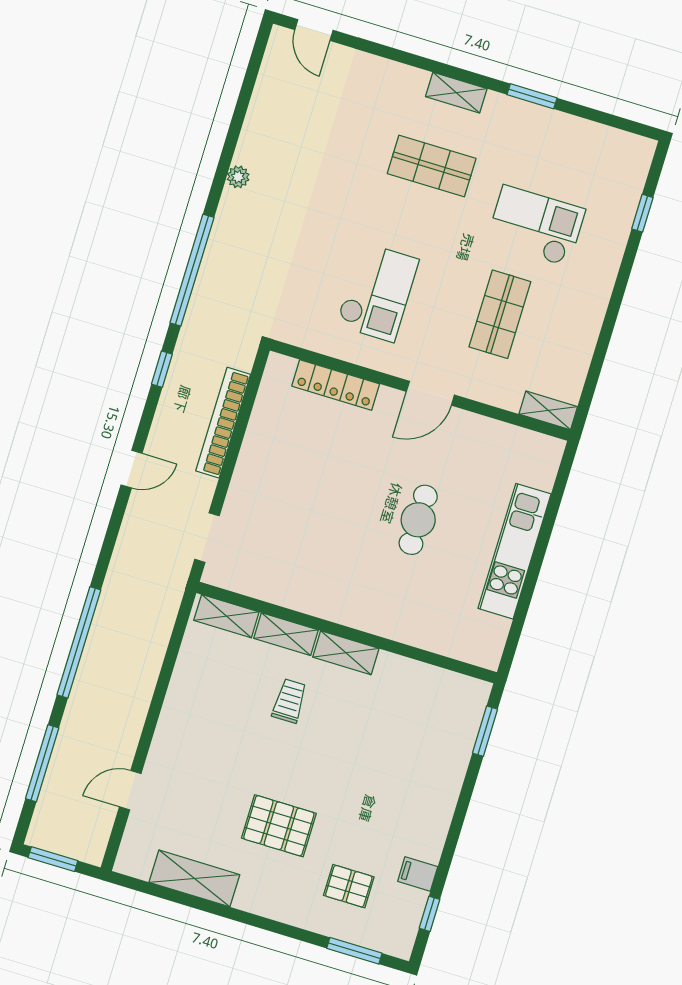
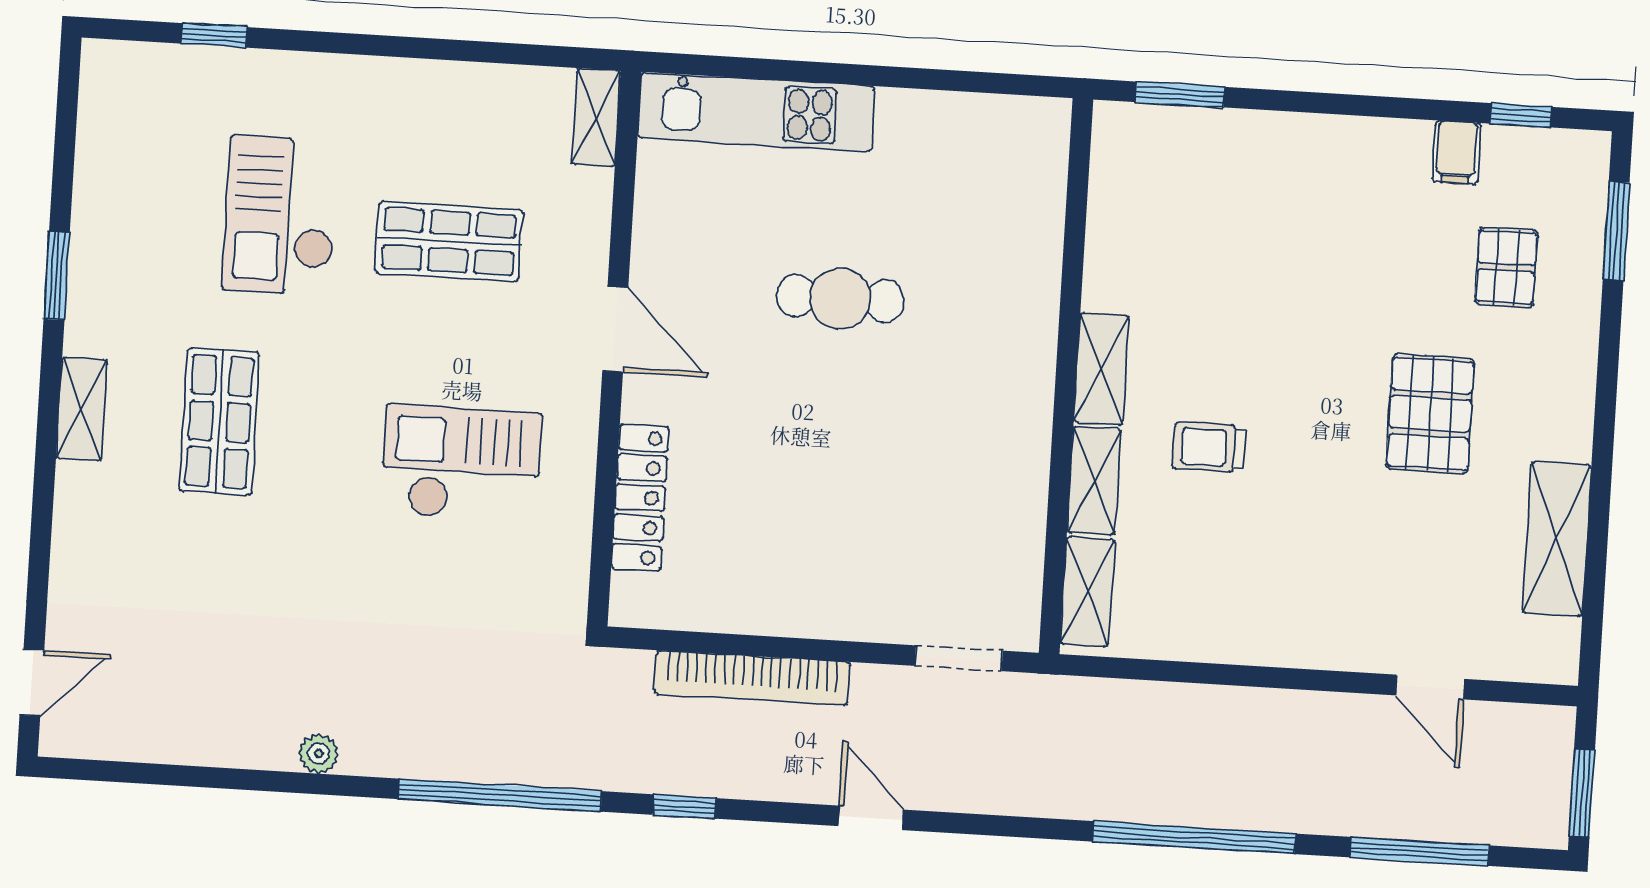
kitchen unit: (514, 551) -> (756, 112), moved

